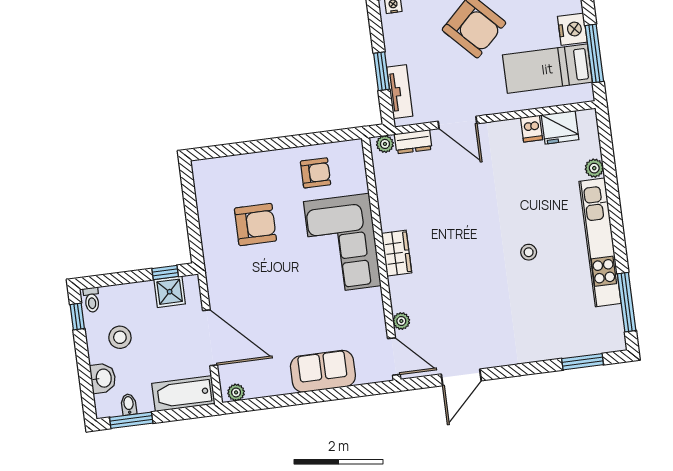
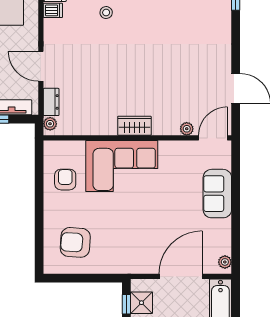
door: (457, 122) -> (41, 66), swing flipped
armchair: (255, 225) -> (75, 242), moved, turned -86
stool: (529, 252) -> (106, 13), moved

